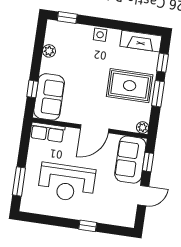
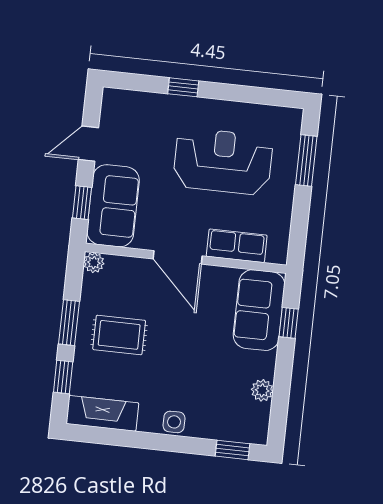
rug: (130, 86) -> (119, 335), width x0.73, depth x0.70
door: (95, 129) -> (178, 257), swing flipped
row of seats: (48, 132) -> (237, 246), moved

